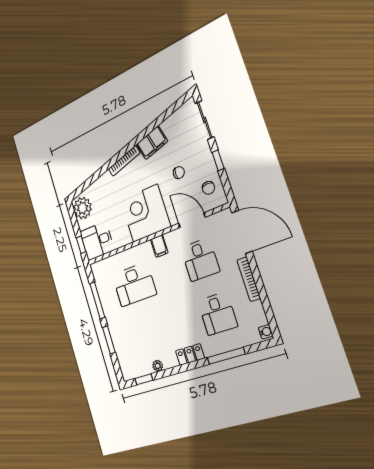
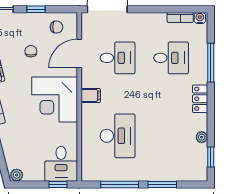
plant: (82, 208) -> (17, 175), width x0.53, depth x0.53
bookcase: (249, 279) -> (180, 18), moved, width x0.64

